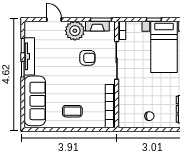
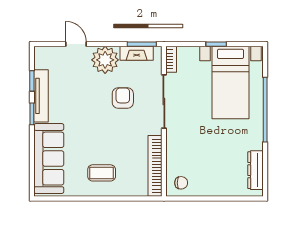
armchair: (87, 58) -> (123, 98), turned -90
chair: (149, 116) -> (181, 183), moved

